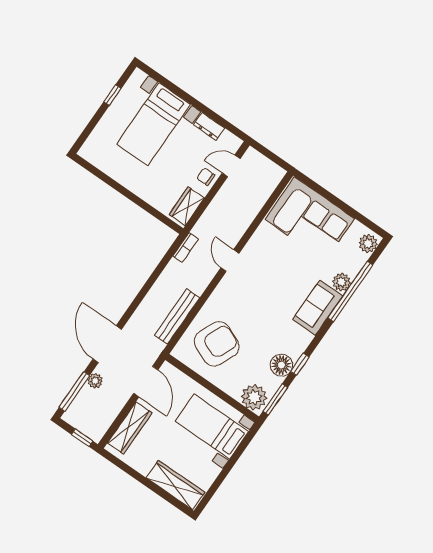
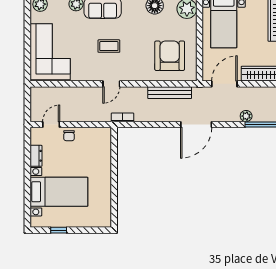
door: (231, 166) -> (51, 124), swing flipped
wardrobe: (187, 206) -> (96, 135), removed
coffee table: (272, 286) -> (109, 46), added
door: (107, 344) -> (196, 124), moved
armchair: (217, 344) -> (170, 56), turned 67

